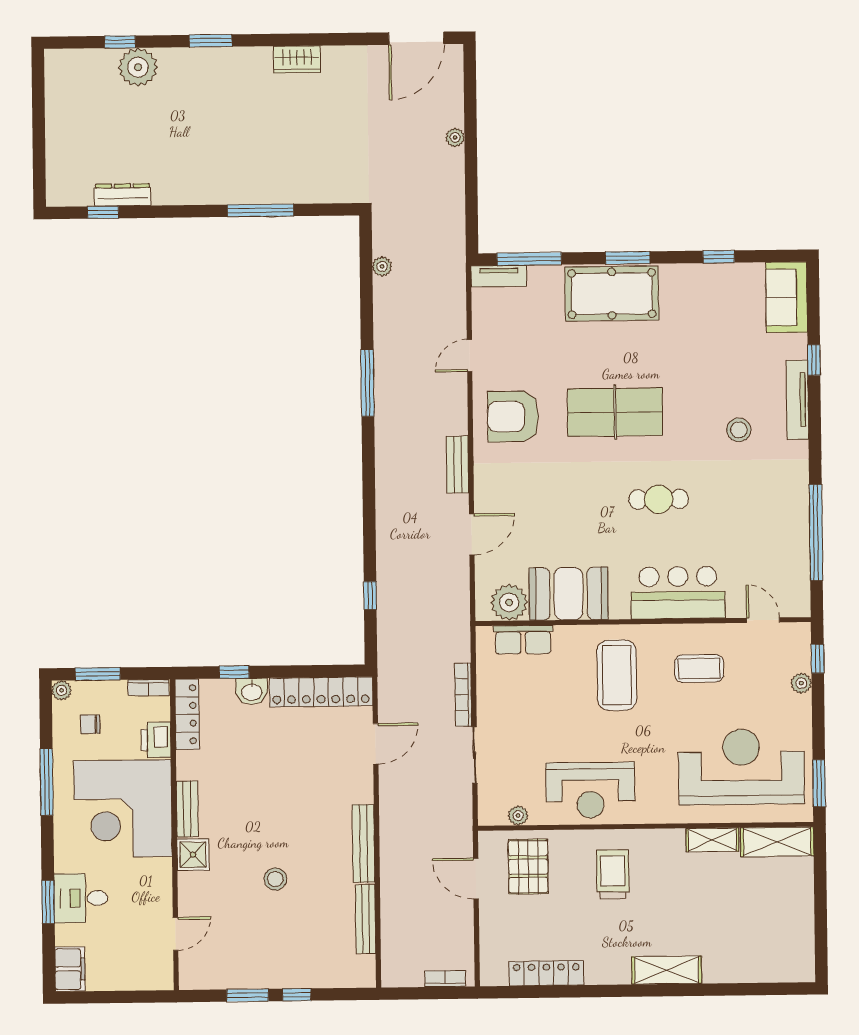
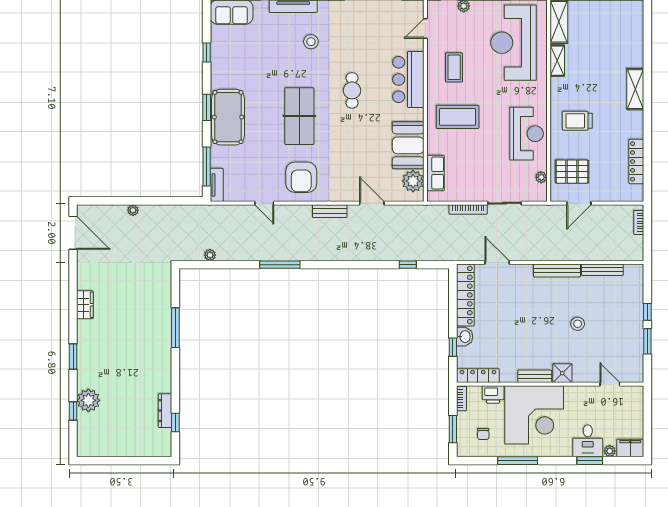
plant: (62, 690) -> (610, 451), moved

